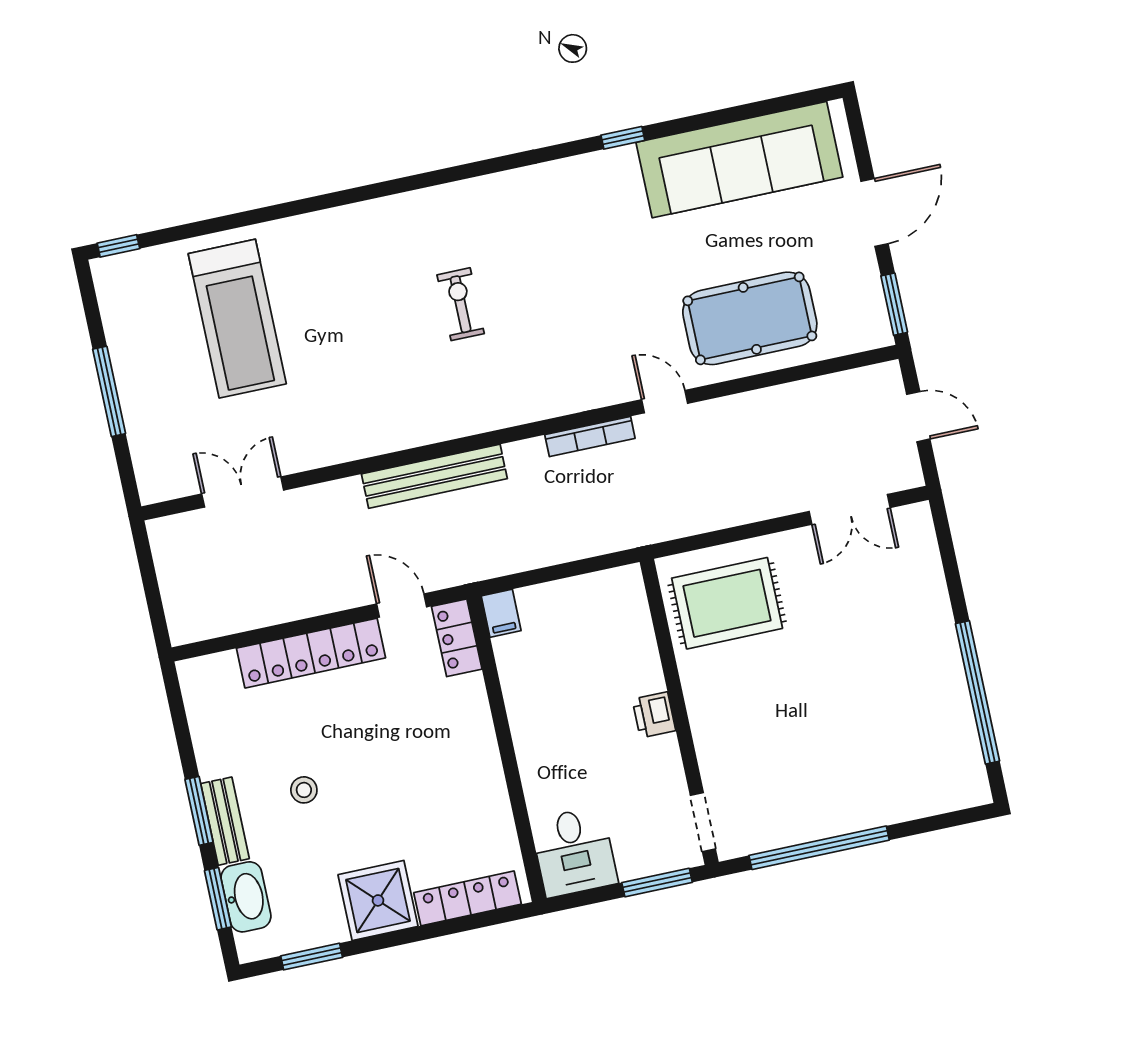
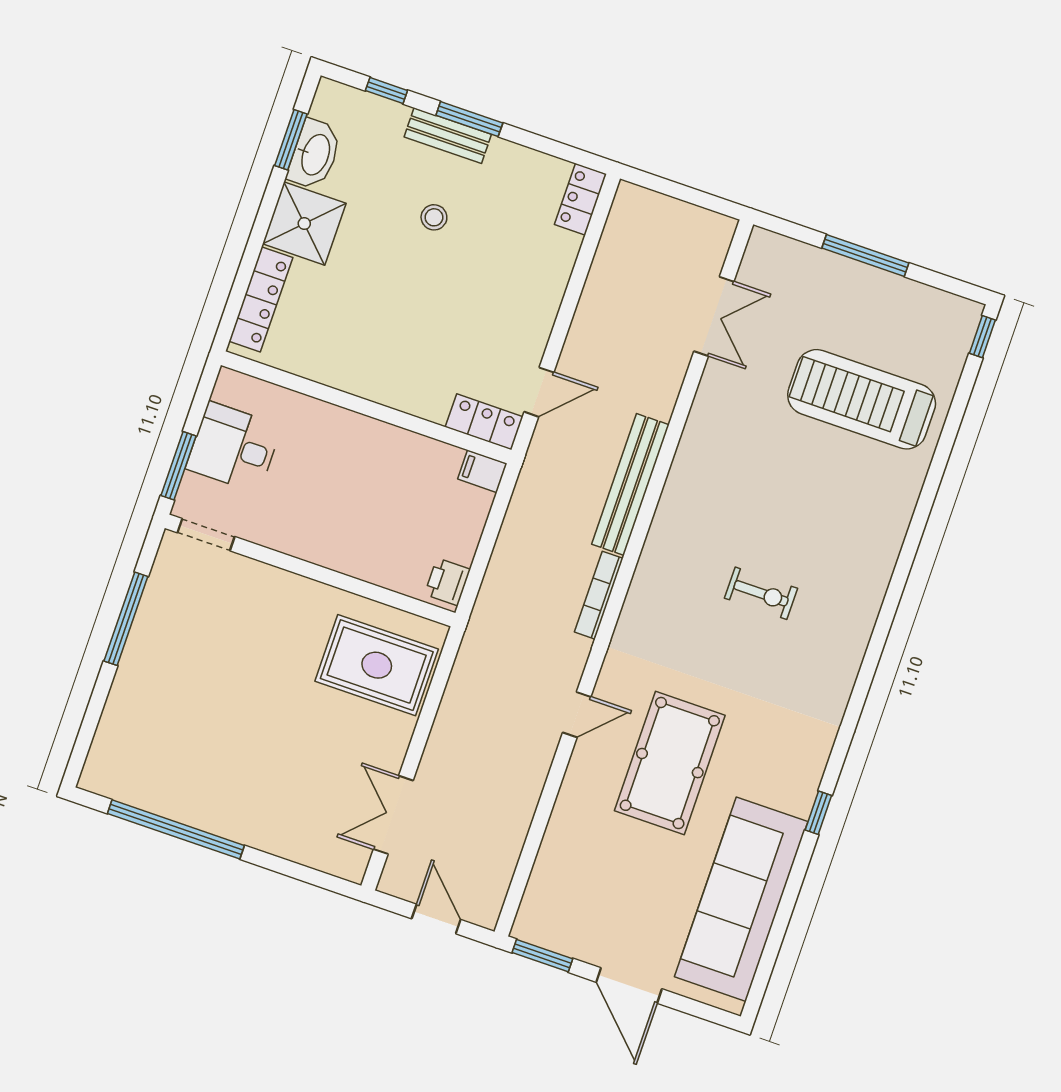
pool table: (750, 318) -> (670, 763), moved
door: (918, 417) -> (436, 919), swing flipped
bookcase: (590, 436) -> (599, 595), moved
rug: (727, 603) -> (377, 665), turned 90
locker: (311, 653) -> (580, 199), moved, width x0.46, depth x0.83
printer: (654, 715) -> (447, 582), moved, turned -90
window: (819, 848) -> (126, 619), width x0.68
desk: (574, 852) -> (234, 447), moved
washbasin: (246, 897) -> (315, 154), moved, turned -90
window: (218, 899) -> (386, 91), width x0.67

